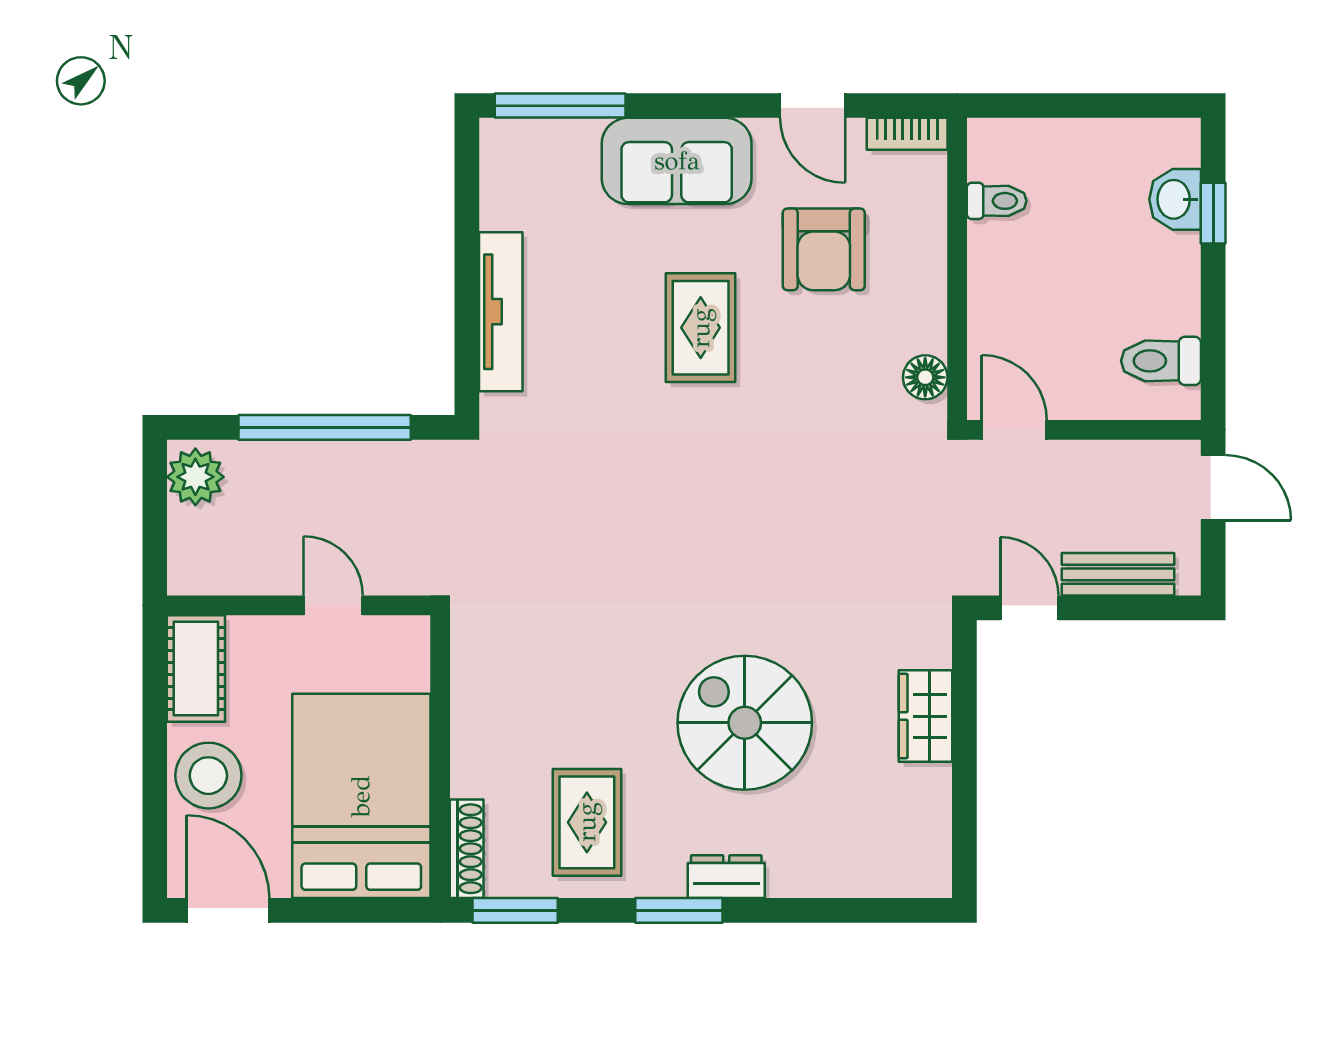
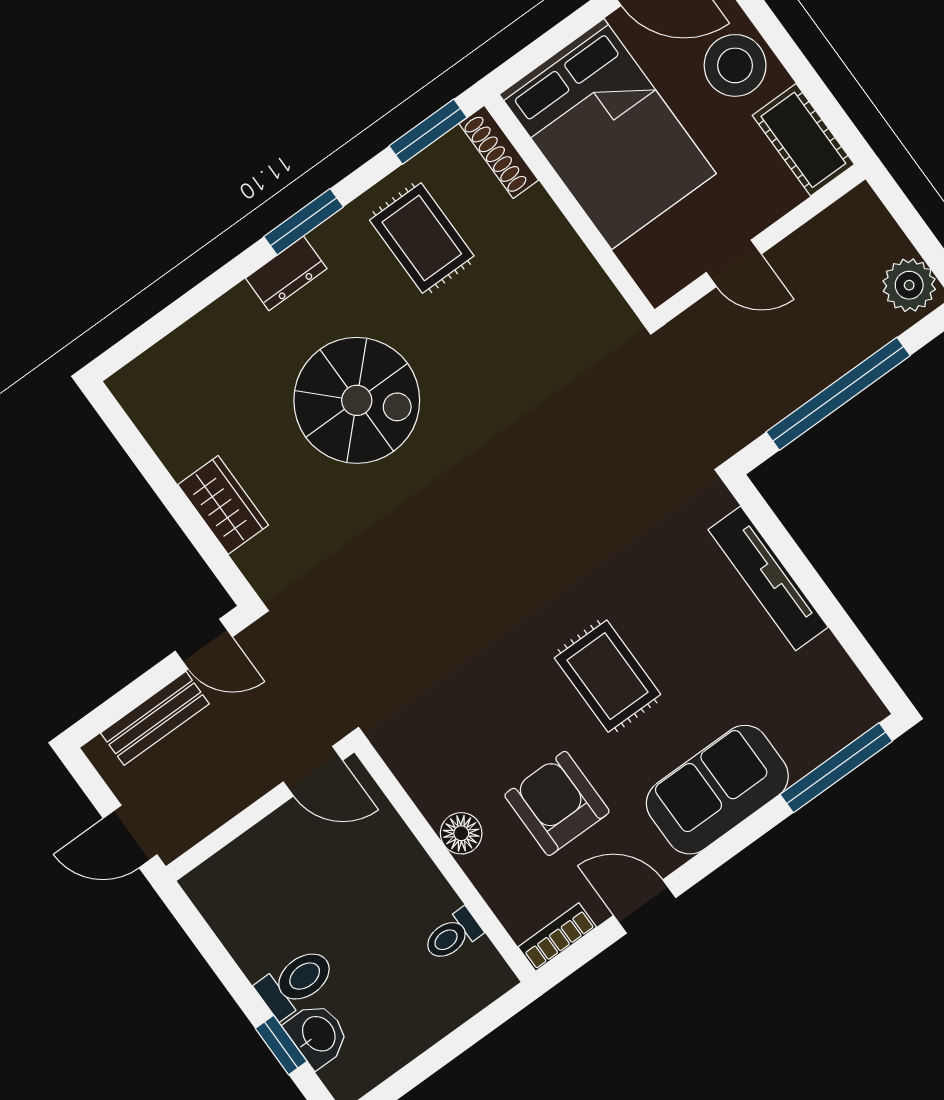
toilet: (1161, 361) -> (296, 982), moved
floor lamp: (925, 377) -> (461, 833), moved

